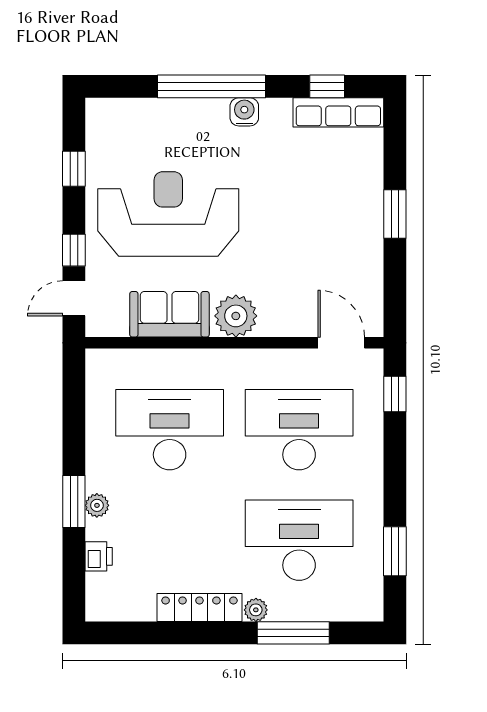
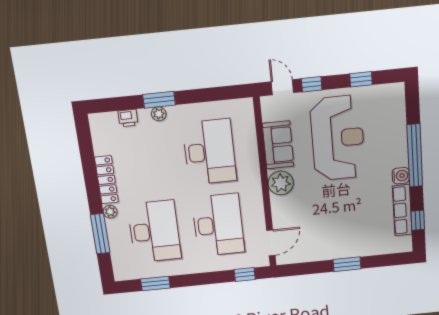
row of seats: (338, 112) -> (402, 210), moved

